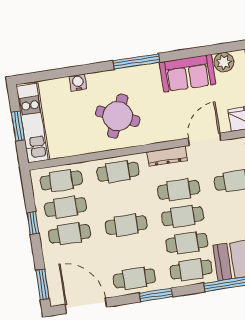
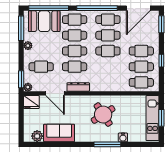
window: (136, 61) -> (107, 144), moved
round table: (118, 116) -> (103, 115), turned 33
door: (205, 139) -> (55, 93), hinge flipped
cafe table: (118, 172) -> (108, 35), moved
window: (156, 295) -> (97, 8), width x2.11
door: (86, 306) -> (138, 8), hinge flipped

